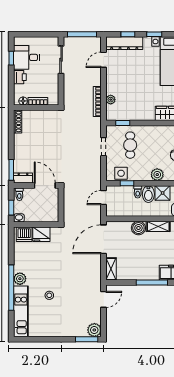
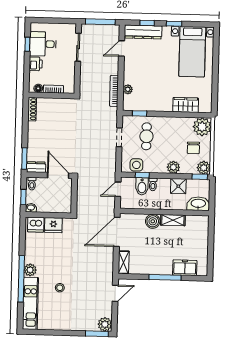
bidet: (148, 194) -> (142, 186), moved

